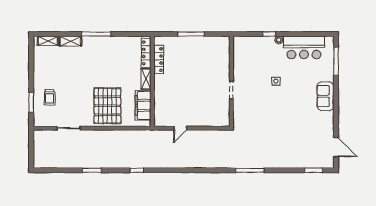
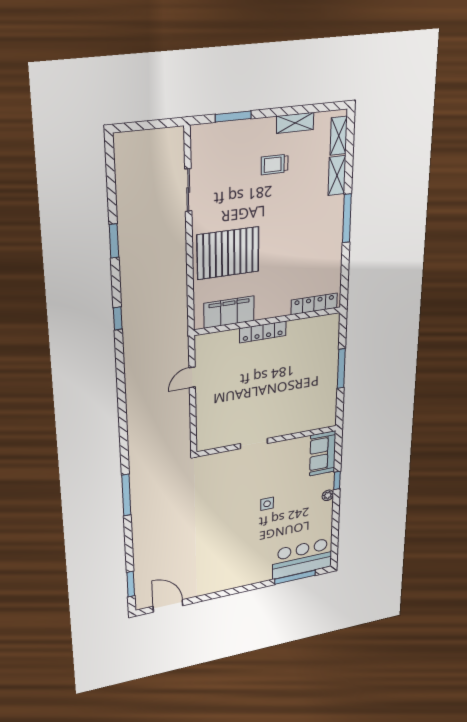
bar counter: (304, 47) -> (302, 558), moved, turned 90
locker: (159, 60) -> (263, 332), moved
shelving: (146, 79) -> (295, 123), moved
sofa: (325, 96) -> (323, 453), moved, turned -90
trolley: (50, 97) -> (275, 164), moved
door: (180, 128) -> (192, 377), hinge flipped
door: (336, 147) -> (168, 606), swing flipped

